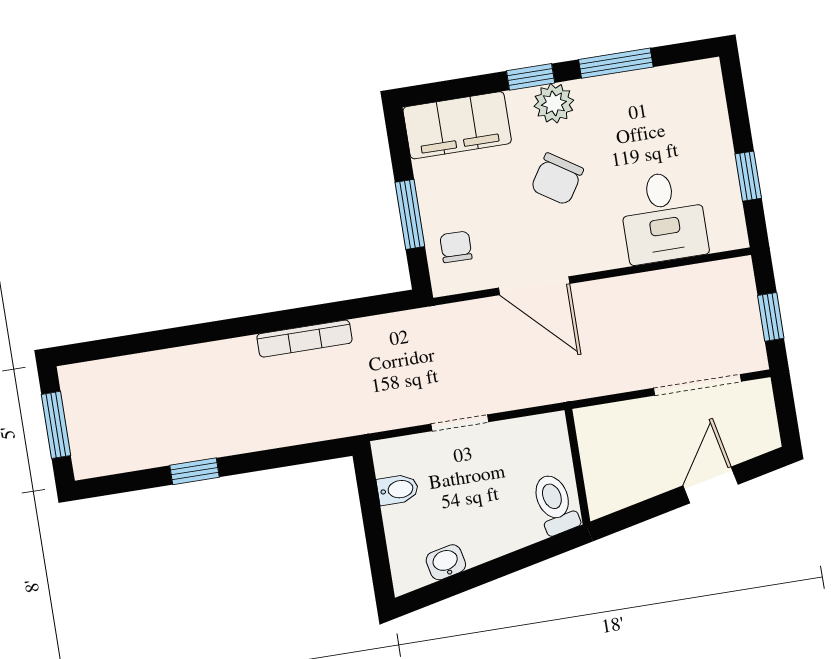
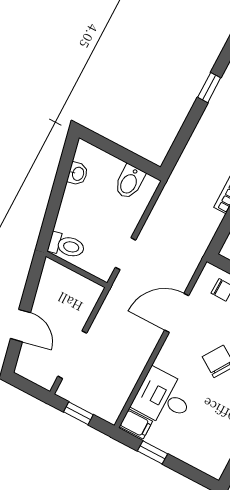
filing cabinet: (726, 228) -> (136, 424), added
doorway: (460, 423) -> (126, 254), moved
bidet: (398, 490) -> (130, 182), width x1.38, depth x1.36

